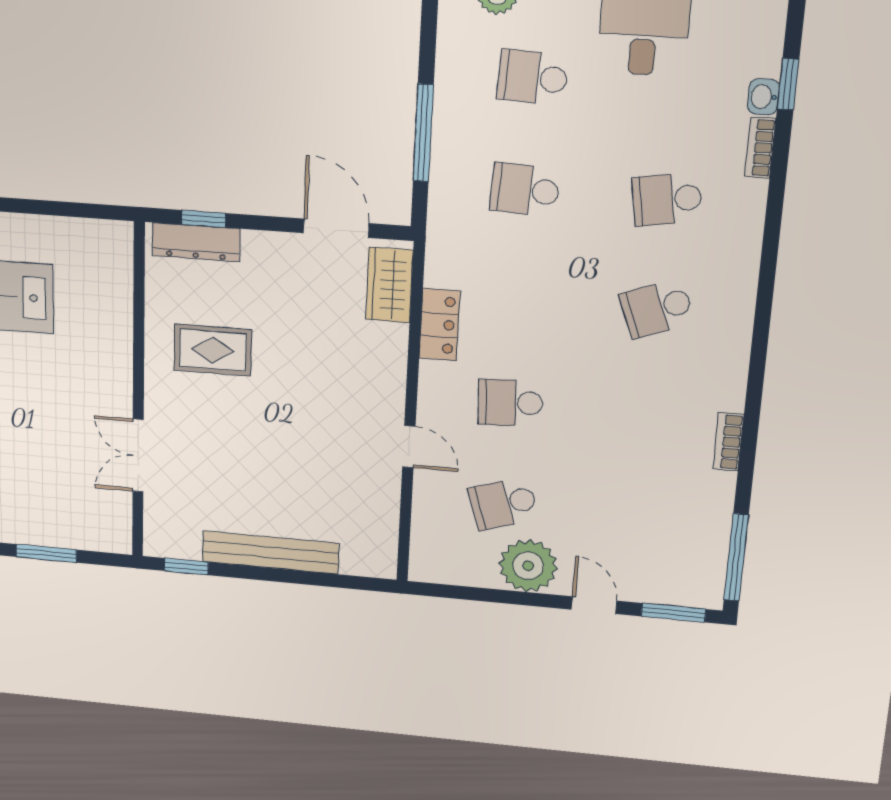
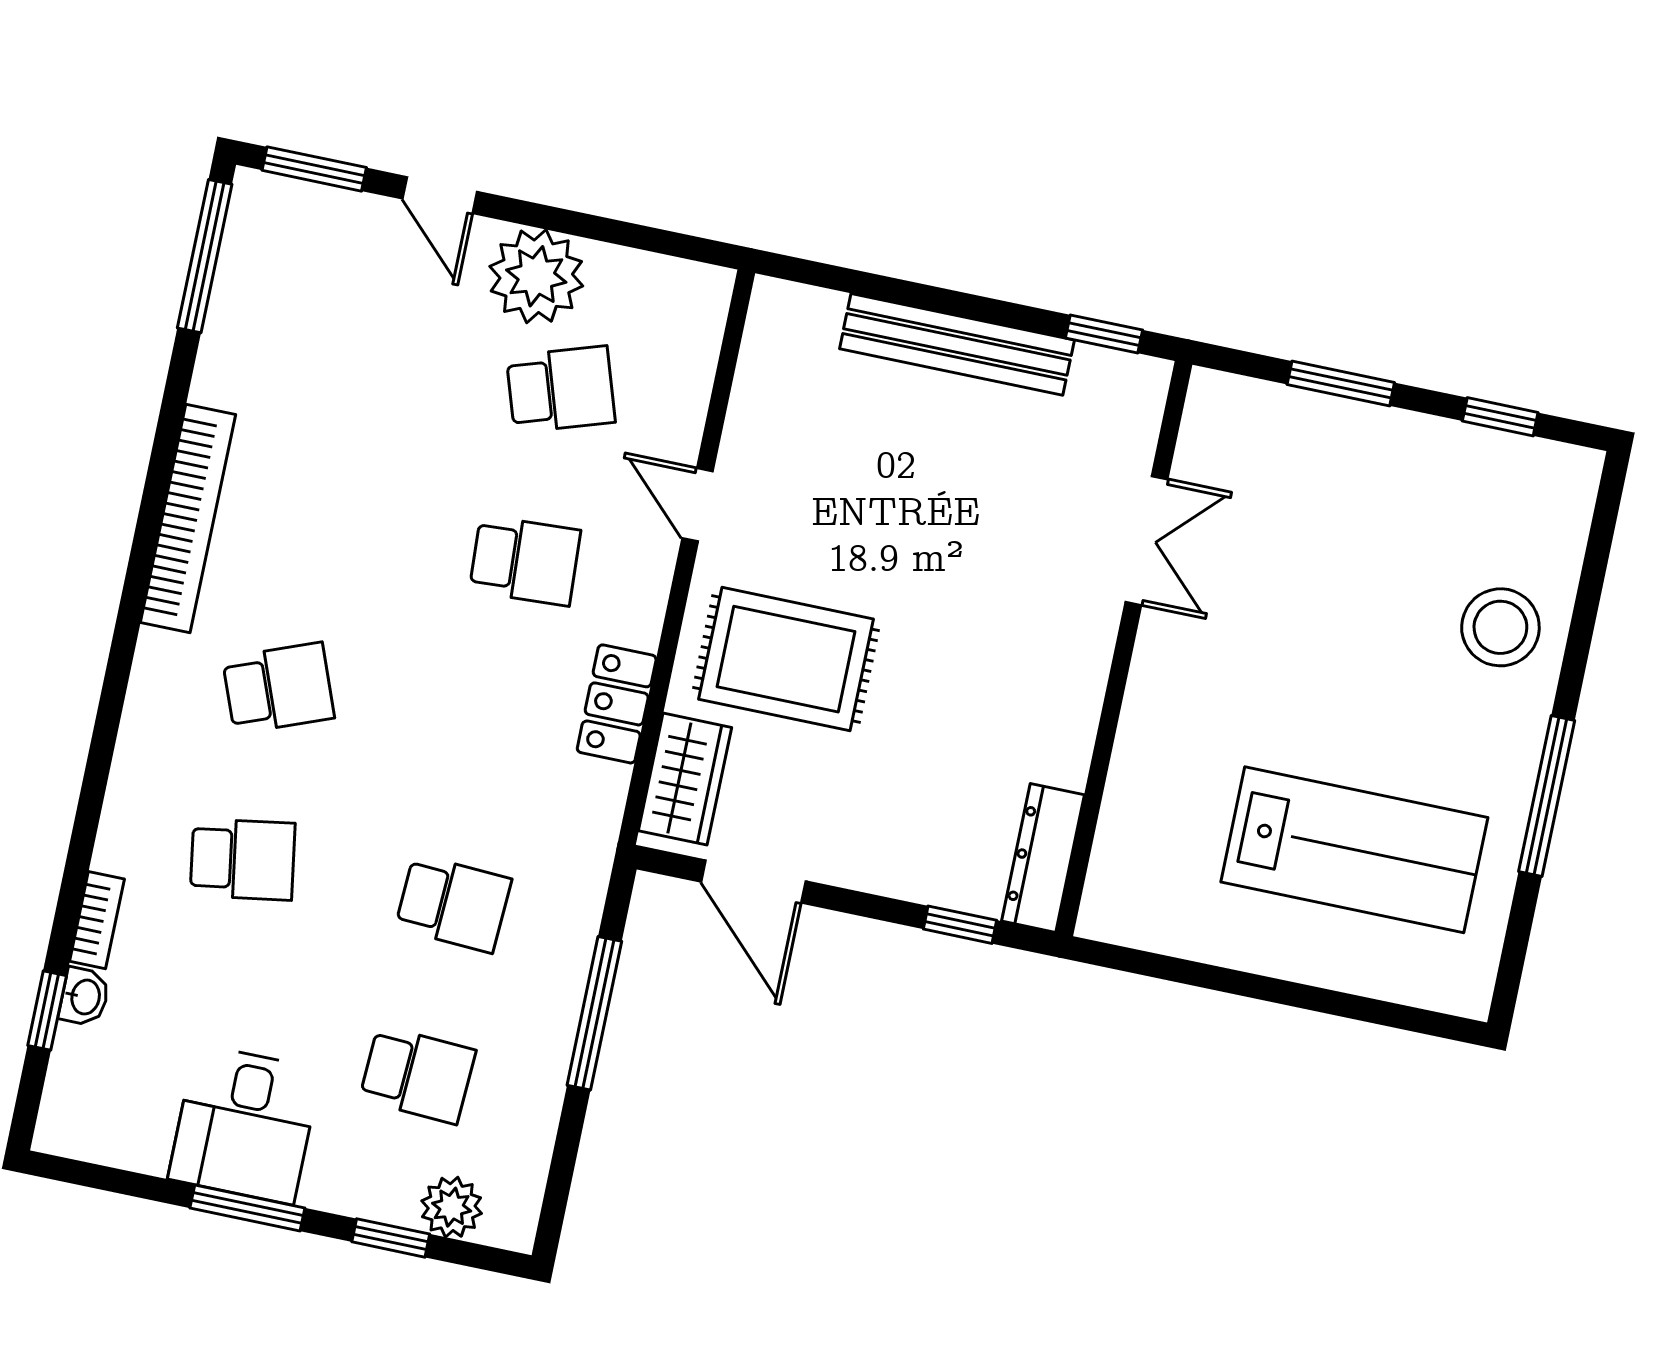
dresser: (196, 242) -> (1043, 858), moved, turned -90
rug: (213, 350) -> (786, 659), moved, width x1.36, depth x1.43
bookcase: (728, 442) -> (188, 518), width x2.31, depth x1.31

